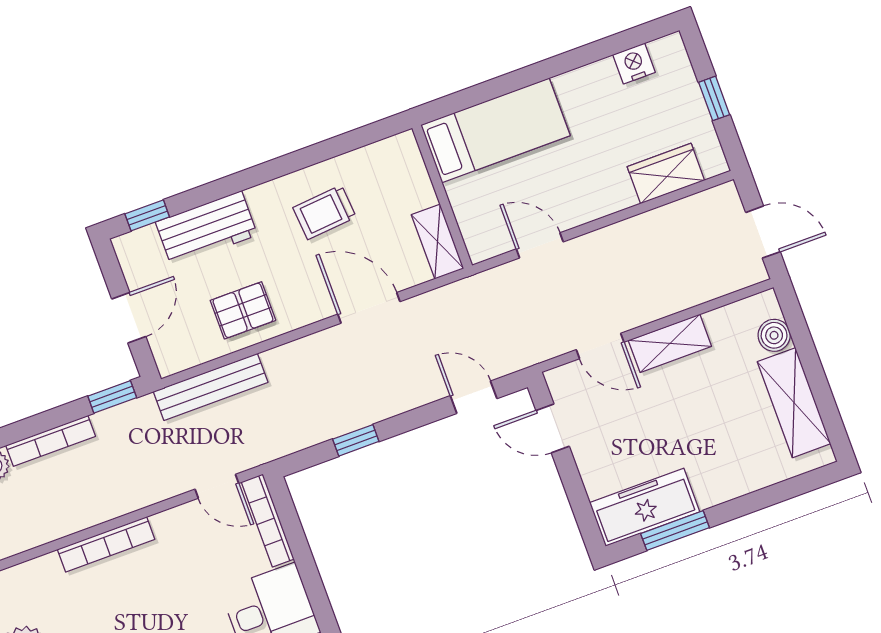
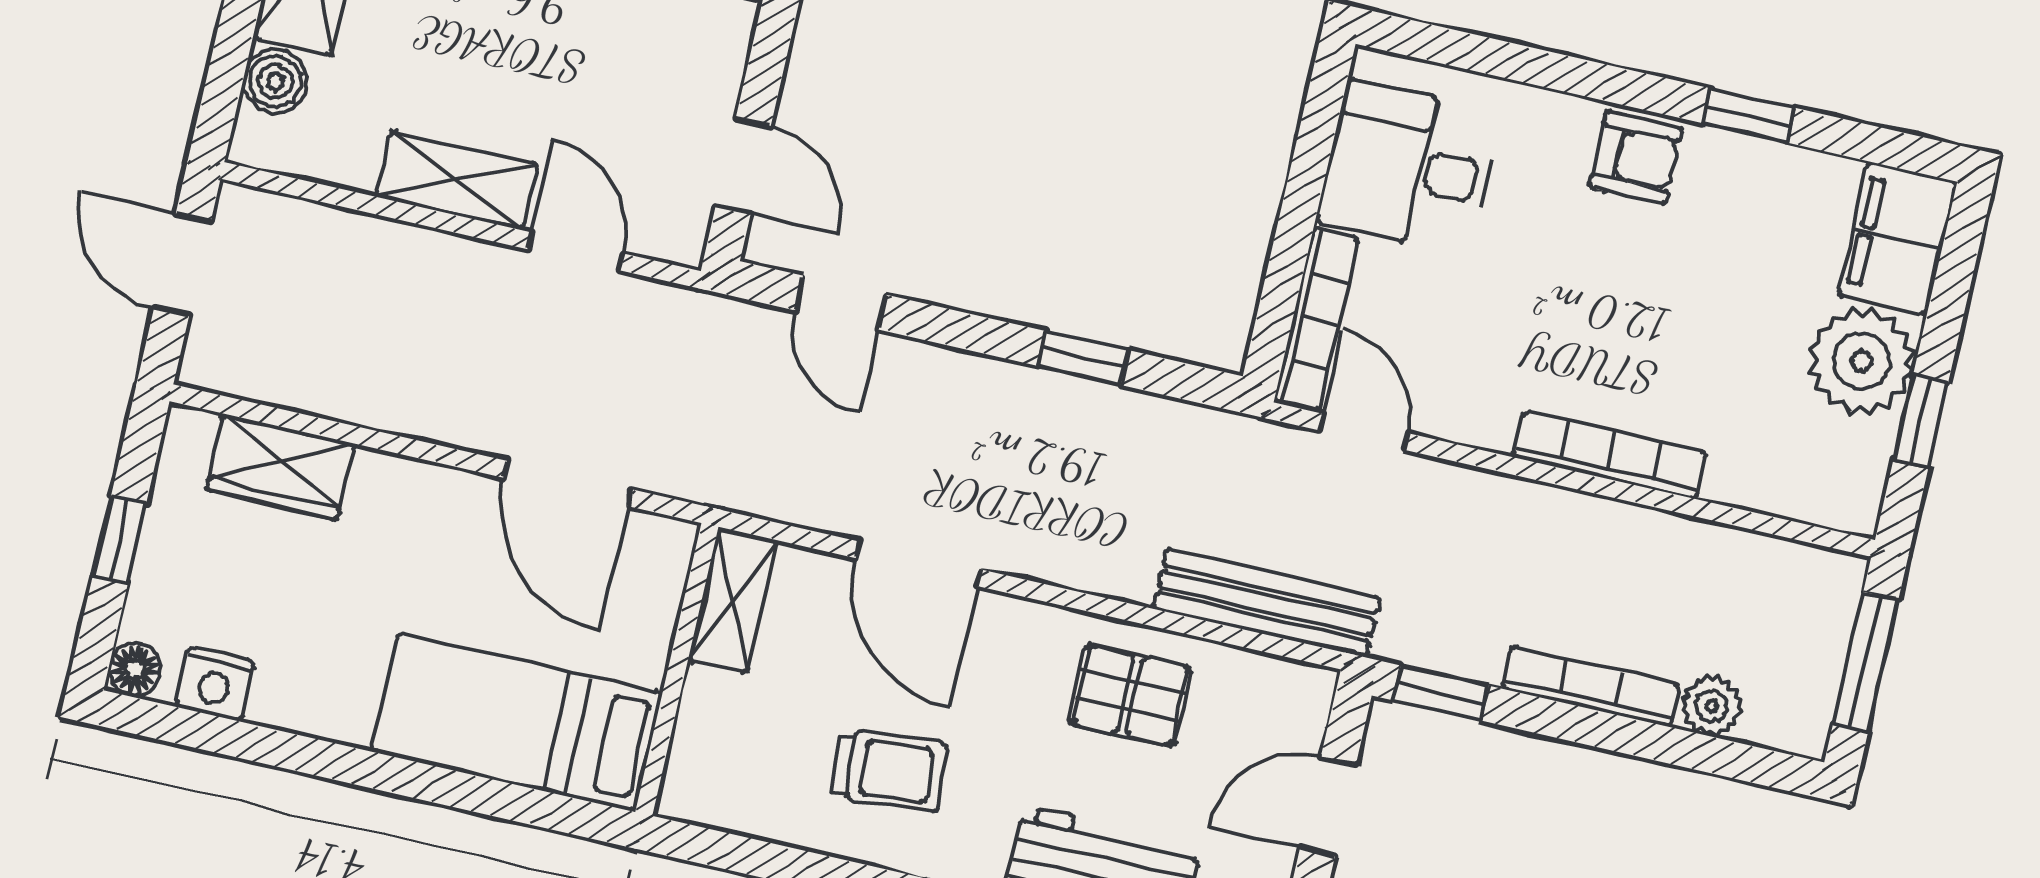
floor lamp: (672, 48) -> (135, 669), added
door: (540, 245) -> (567, 483), width x1.38

